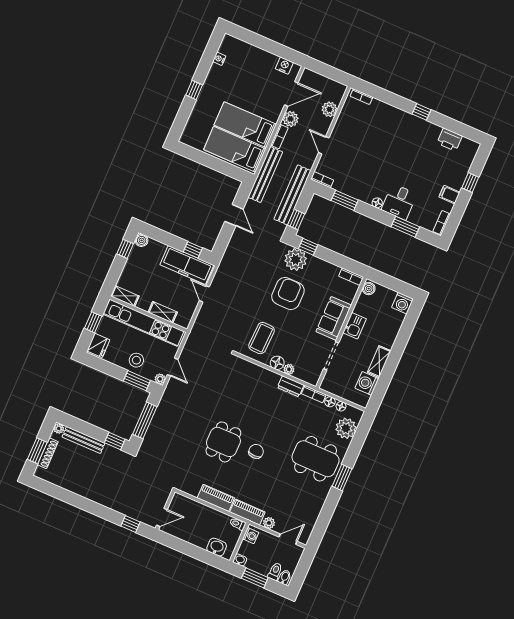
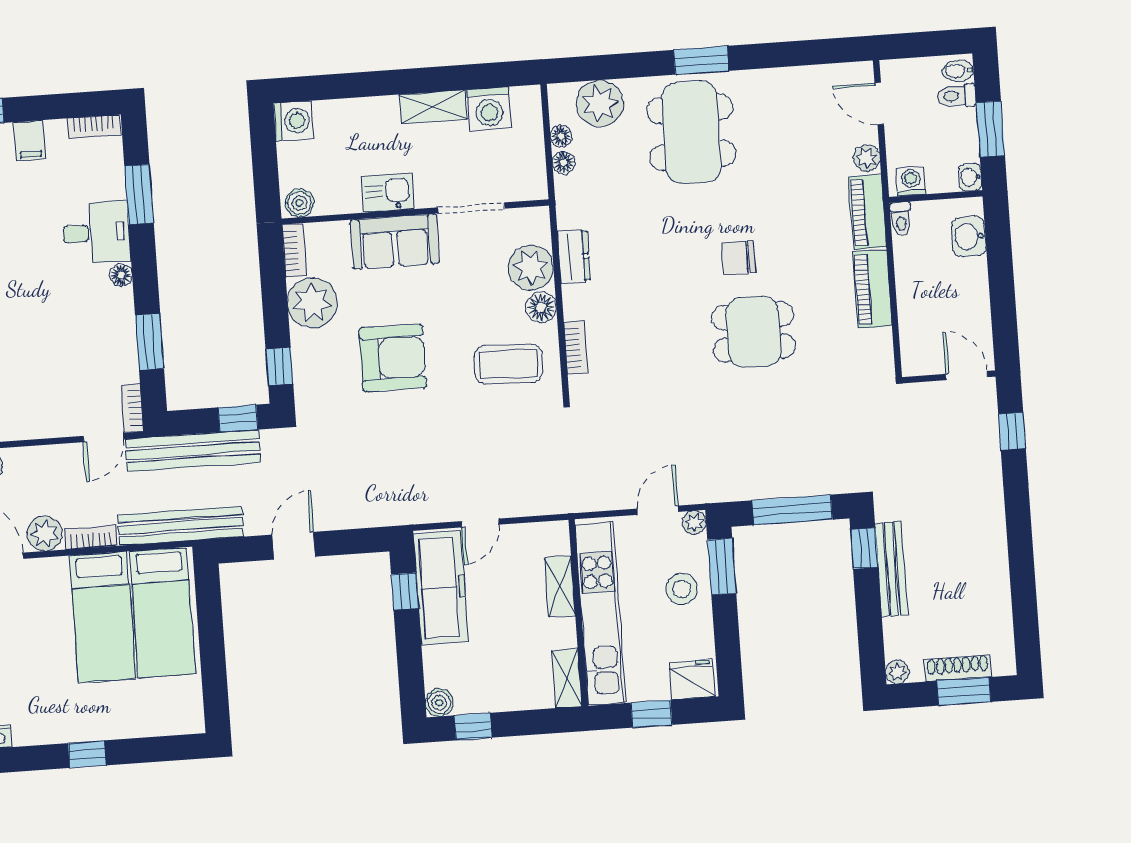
door: (324, 145) -> (103, 437), moved
plant: (296, 260) -> (312, 303), moved
armchair: (288, 293) -> (393, 358), turned 180
plant: (289, 369) -> (531, 268), width x1.87, depth x1.87
bookcase: (314, 394) -> (576, 347), moved
bench: (84, 440) -> (891, 569), moved

